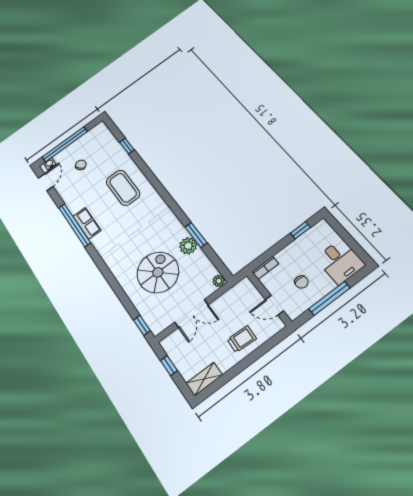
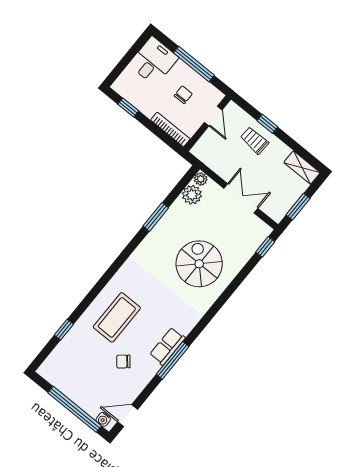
chair: (81, 165) -> (123, 362), moved
window: (74, 225) -> (173, 360), width x0.68
plant: (188, 246) -> (192, 195), moved
bookcase: (265, 268) -> (170, 129), width x1.56
spiral stairs: (158, 272) -> (199, 264), moved, turned 90
window: (255, 356) -> (267, 124), added
window: (169, 366) -> (298, 207), width x1.50

